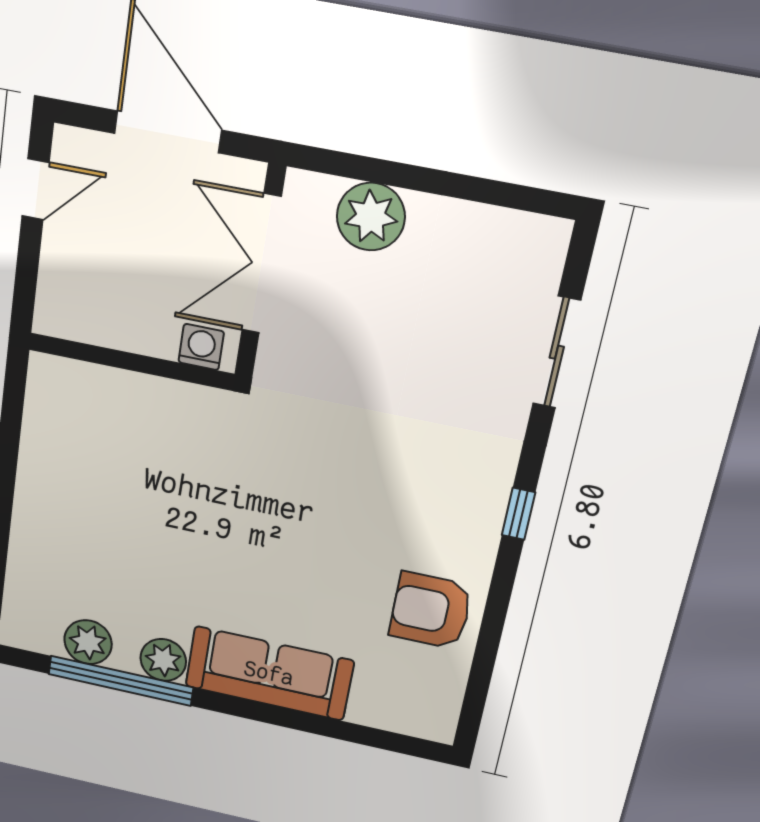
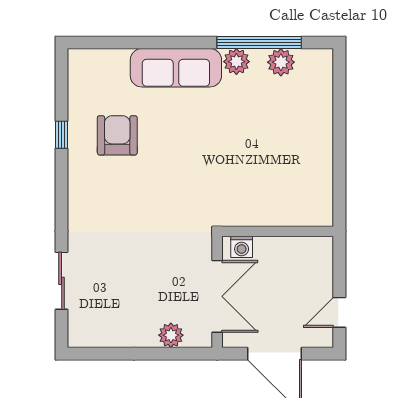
plant: (371, 217) -> (171, 335), width x0.73, depth x0.73
window: (519, 514) -> (62, 135), moved
armchair: (431, 611) -> (117, 135), moved, turned -90

